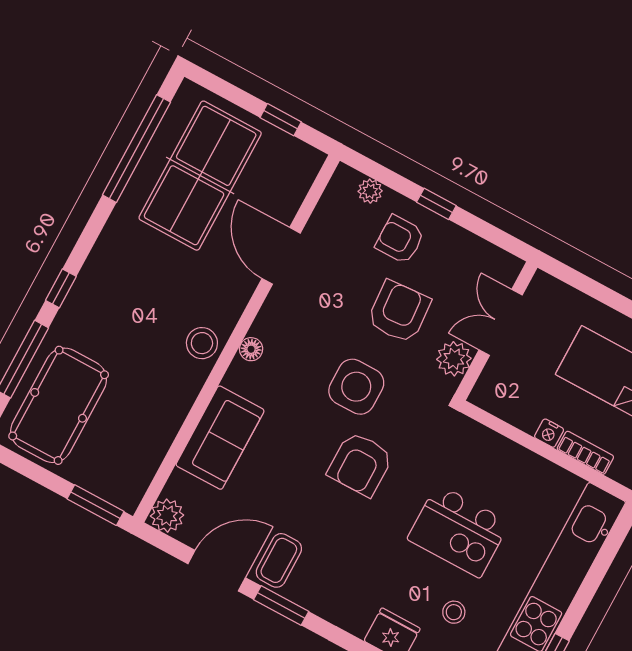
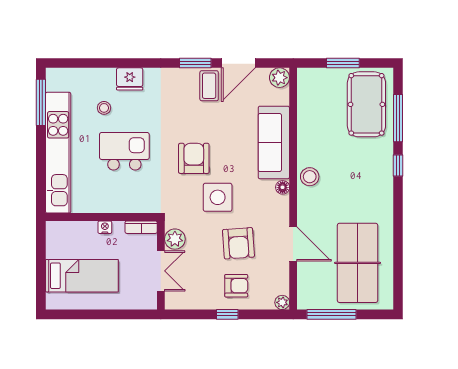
window: (281, 120) -> (331, 314), width x2.17
window: (136, 149) -> (398, 259), removed
plant: (370, 191) -> (282, 302), moved
armchair: (399, 312) -> (238, 243), moved
sofa: (220, 438) -> (274, 142), width x1.36
bookcase: (585, 453) -> (141, 227), moved
window: (95, 505) -> (343, 63), moved

